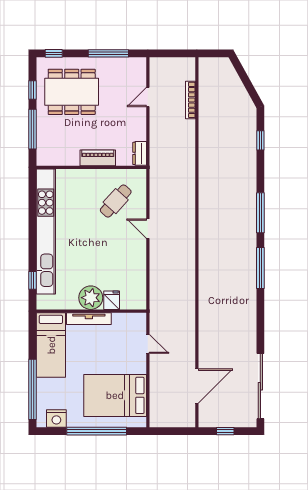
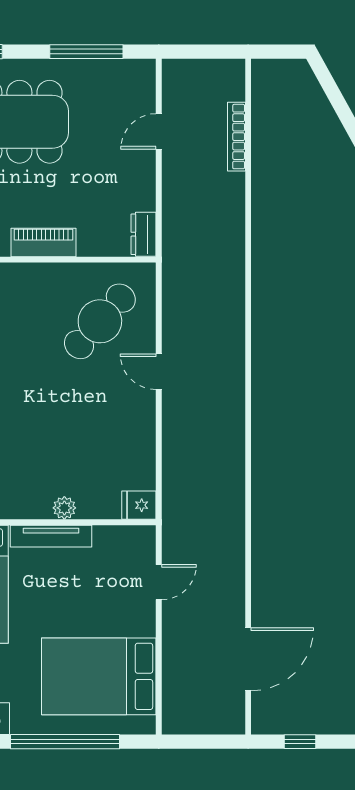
piano: (98, 158) -> (44, 242), moved
cafe table: (116, 201) -> (100, 321), width x1.37, depth x1.35
plant: (91, 298) -> (64, 508), width x0.53, depth x0.53
fridge: (112, 300) -> (139, 505), moved, turned -90
door: (148, 344) -> (159, 582), hinge flipped

